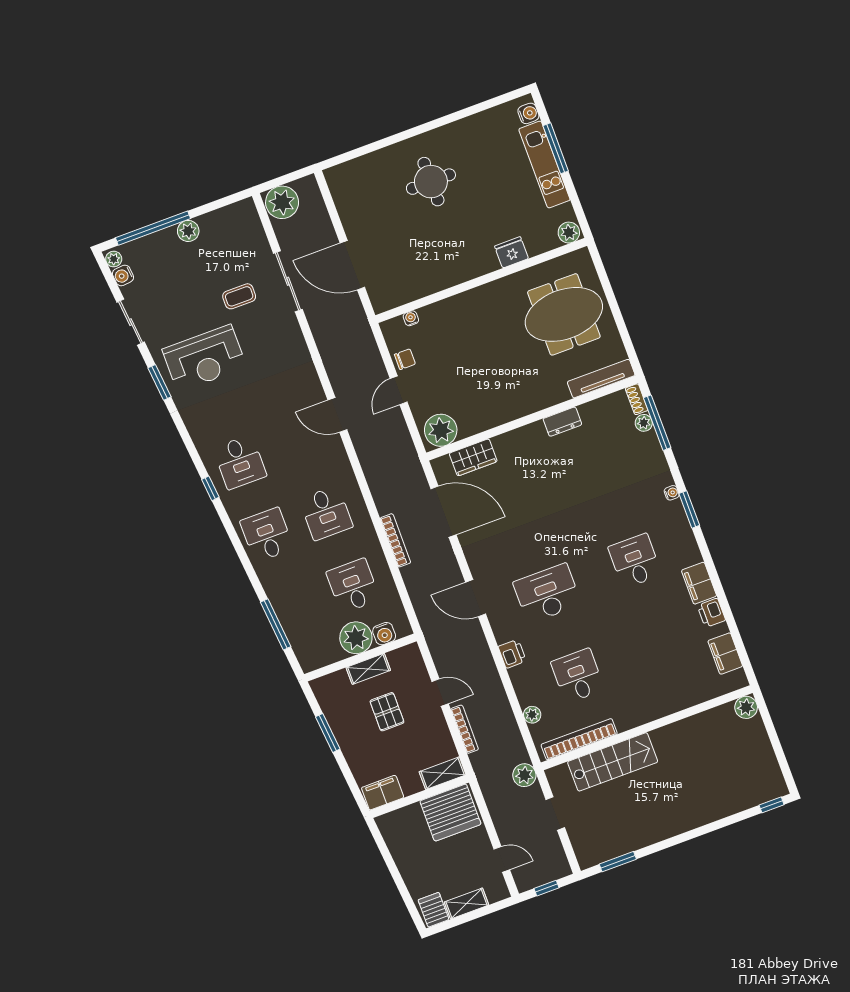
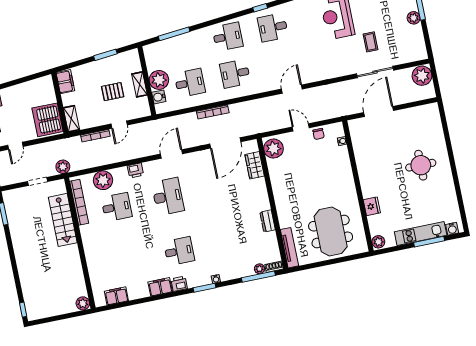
printer: (711, 613) -> (179, 284), moved
plant: (532, 715) -> (103, 180), width x1.87, depth x1.87

